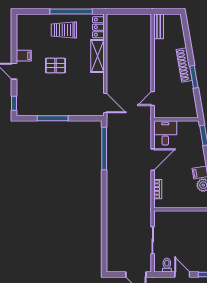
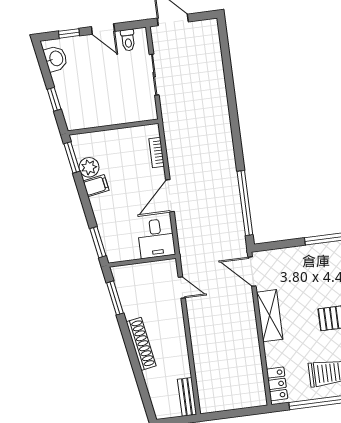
shelving: (97, 56) -> (270, 316), moved
window: (194, 77) -> (115, 298), moved
door: (153, 98) -> (182, 288), hinge flipped

